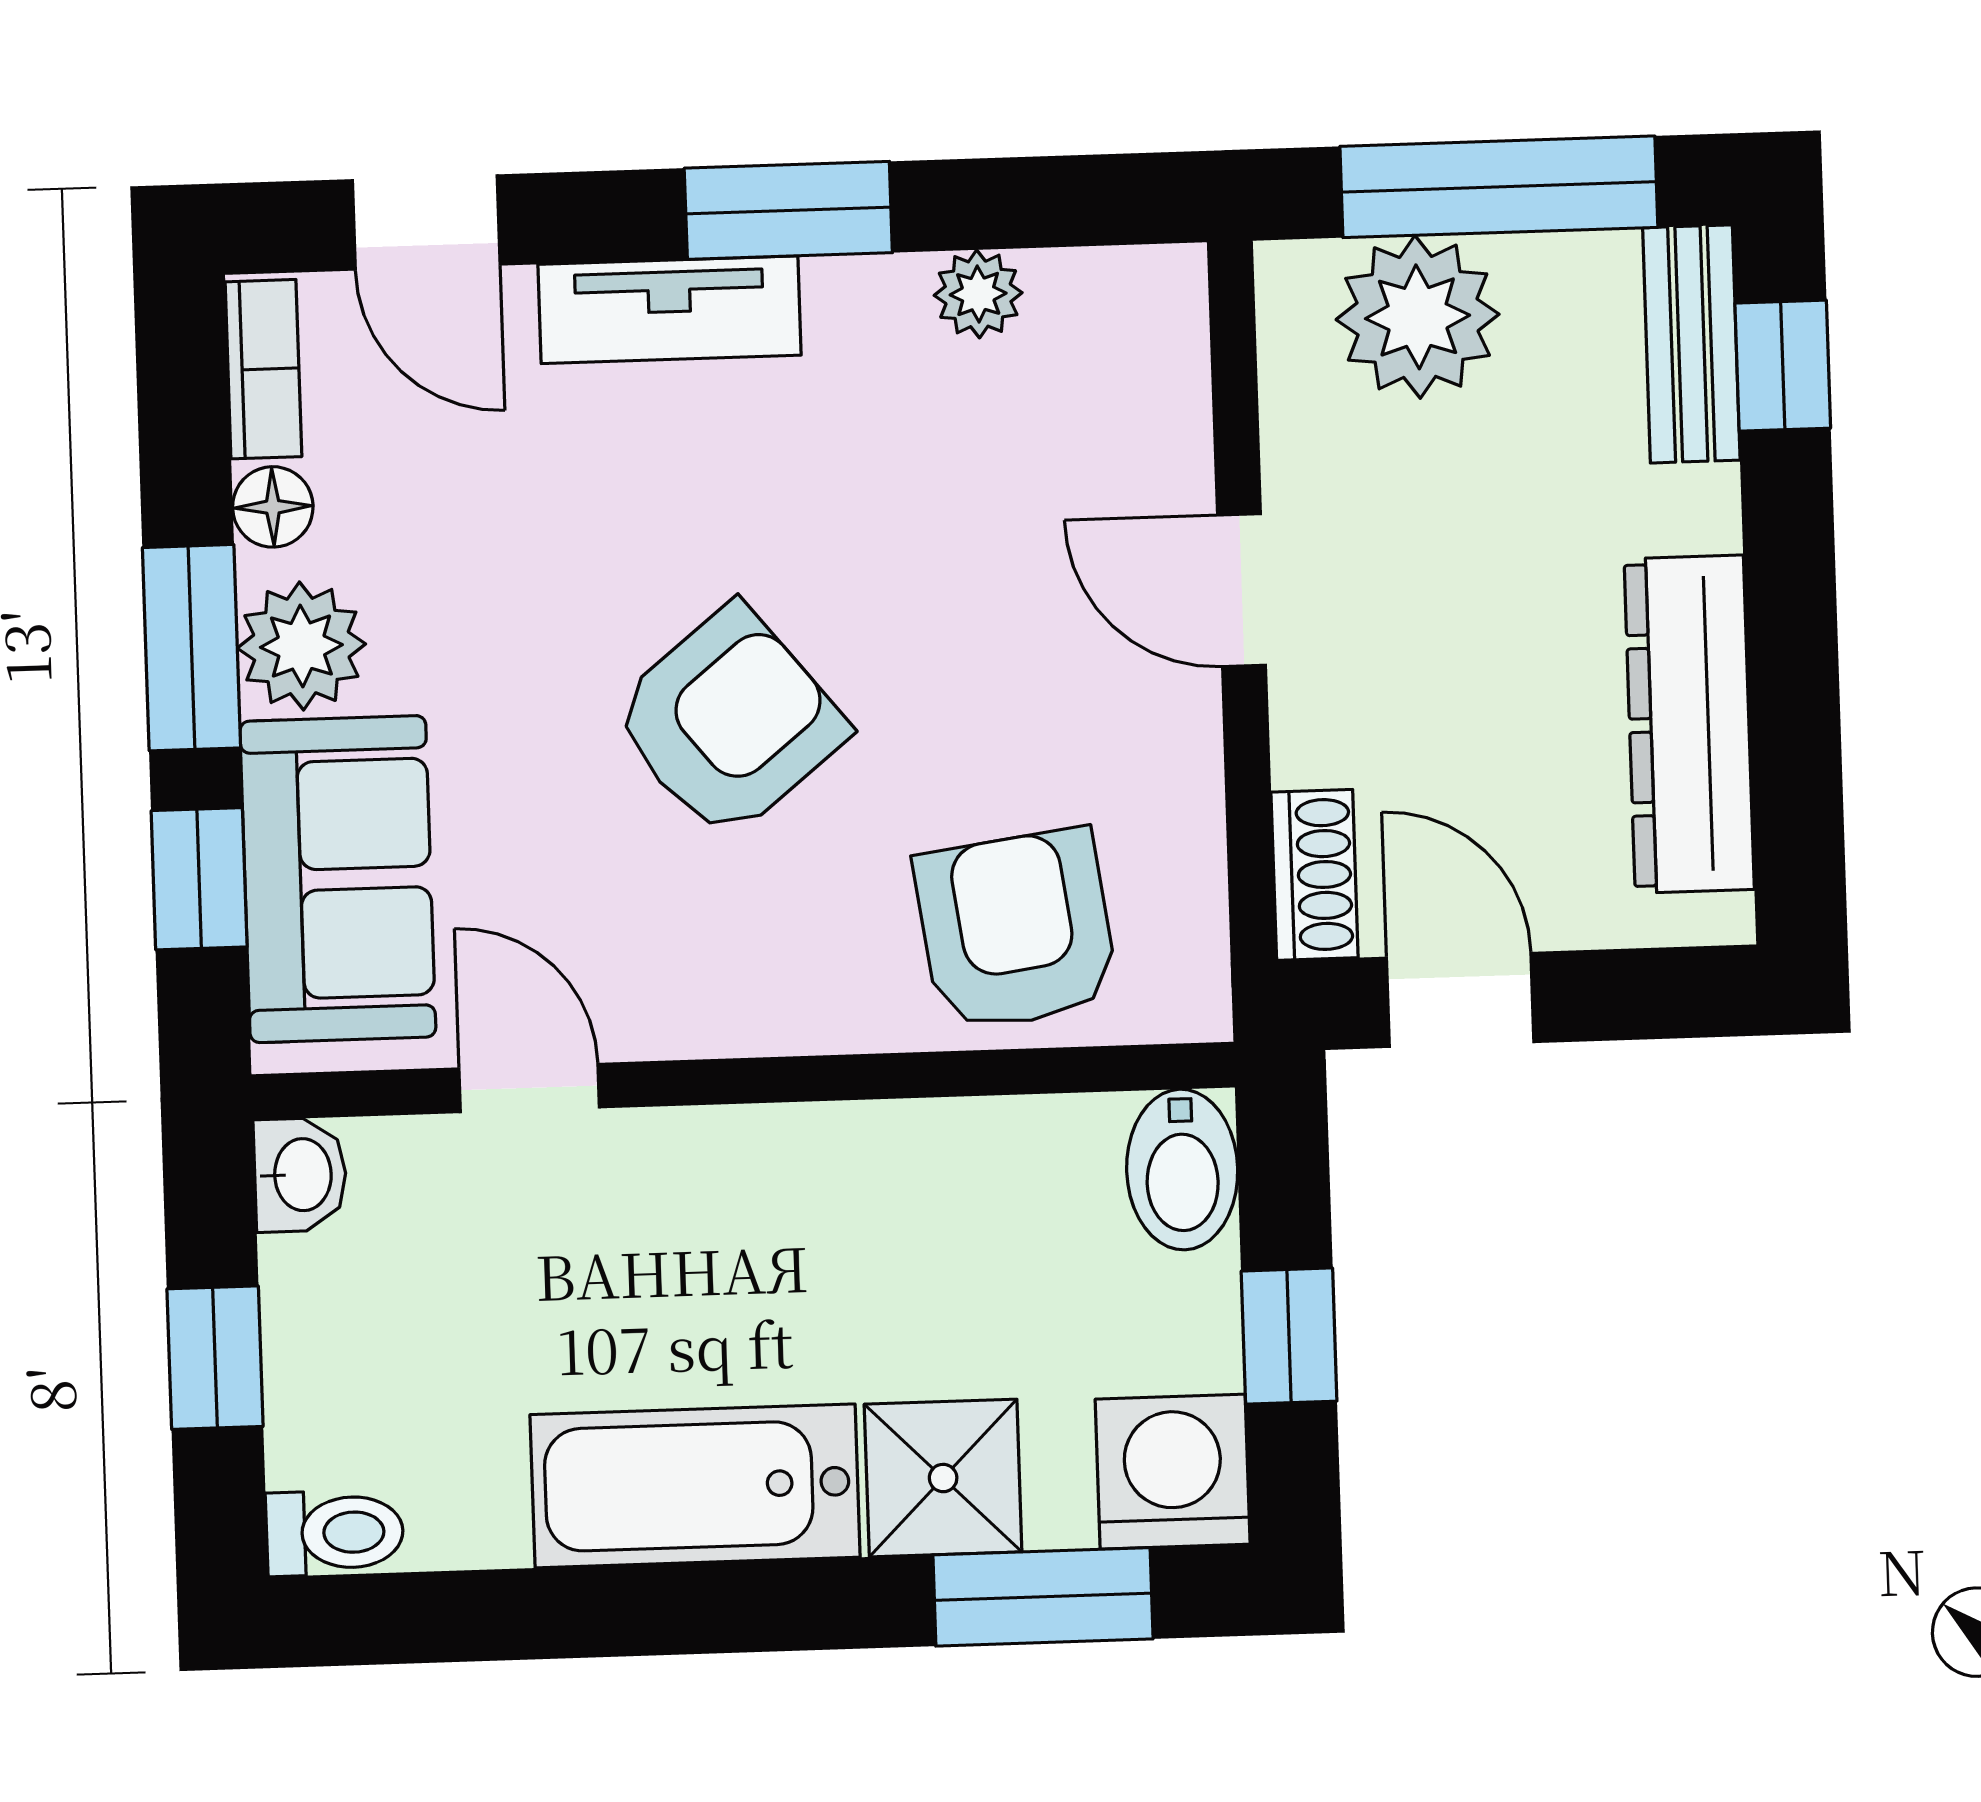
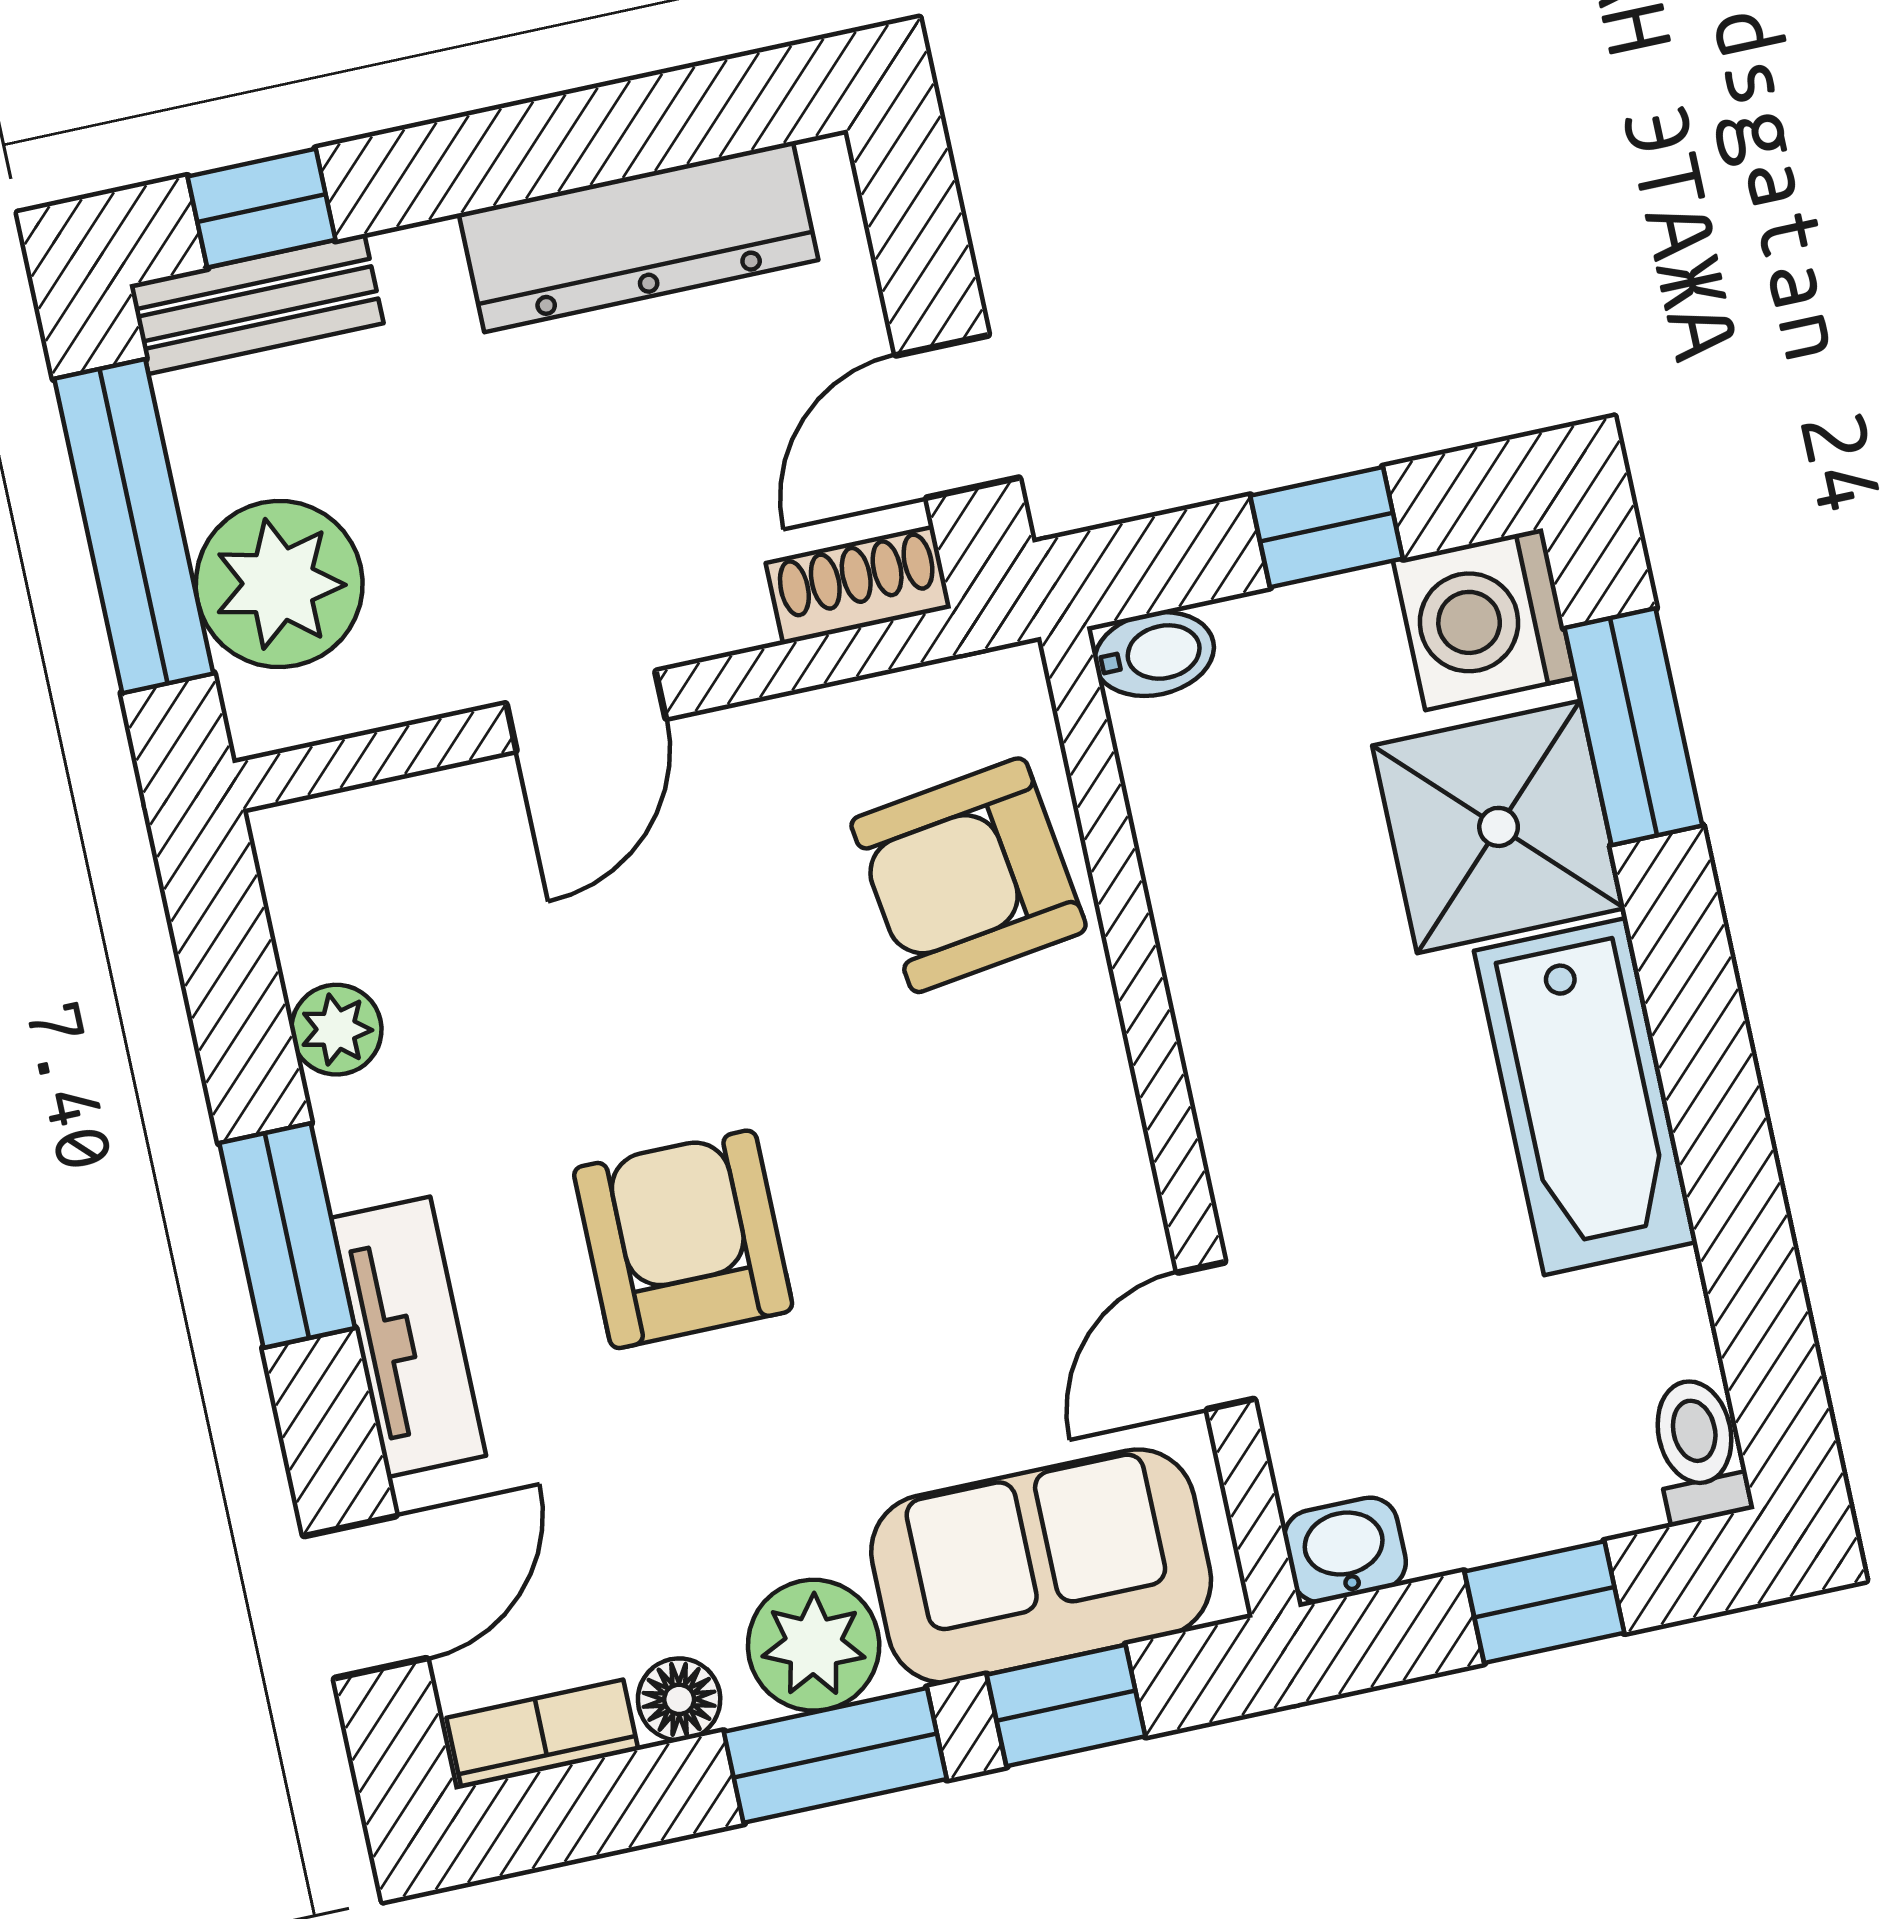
armchair: (729, 722) -> (683, 1239), moved, turned 39
bidet: (1182, 1170) -> (1154, 654), width x0.72, depth x0.74
shower: (943, 1478) -> (1499, 827), width x1.36, depth x1.36

